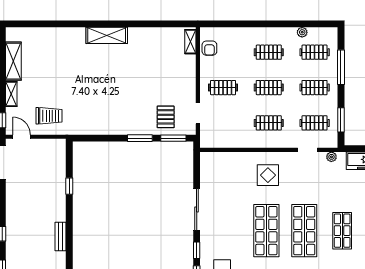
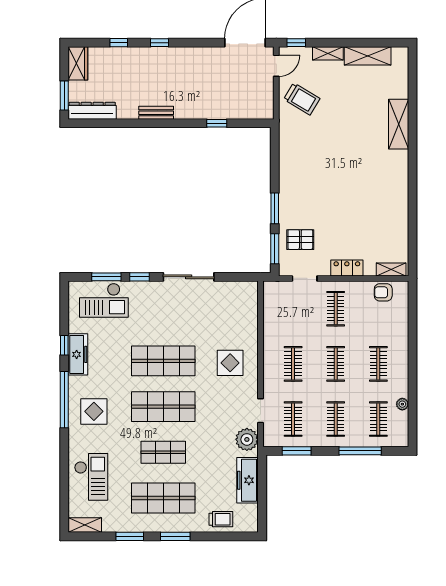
shelving: (107, 35) -> (399, 124), moved
locker: (189, 78) -> (347, 268), added
trolley: (49, 116) -> (302, 99), turned -59
plant: (331, 157) -> (247, 439), width x1.88, depth x1.88

